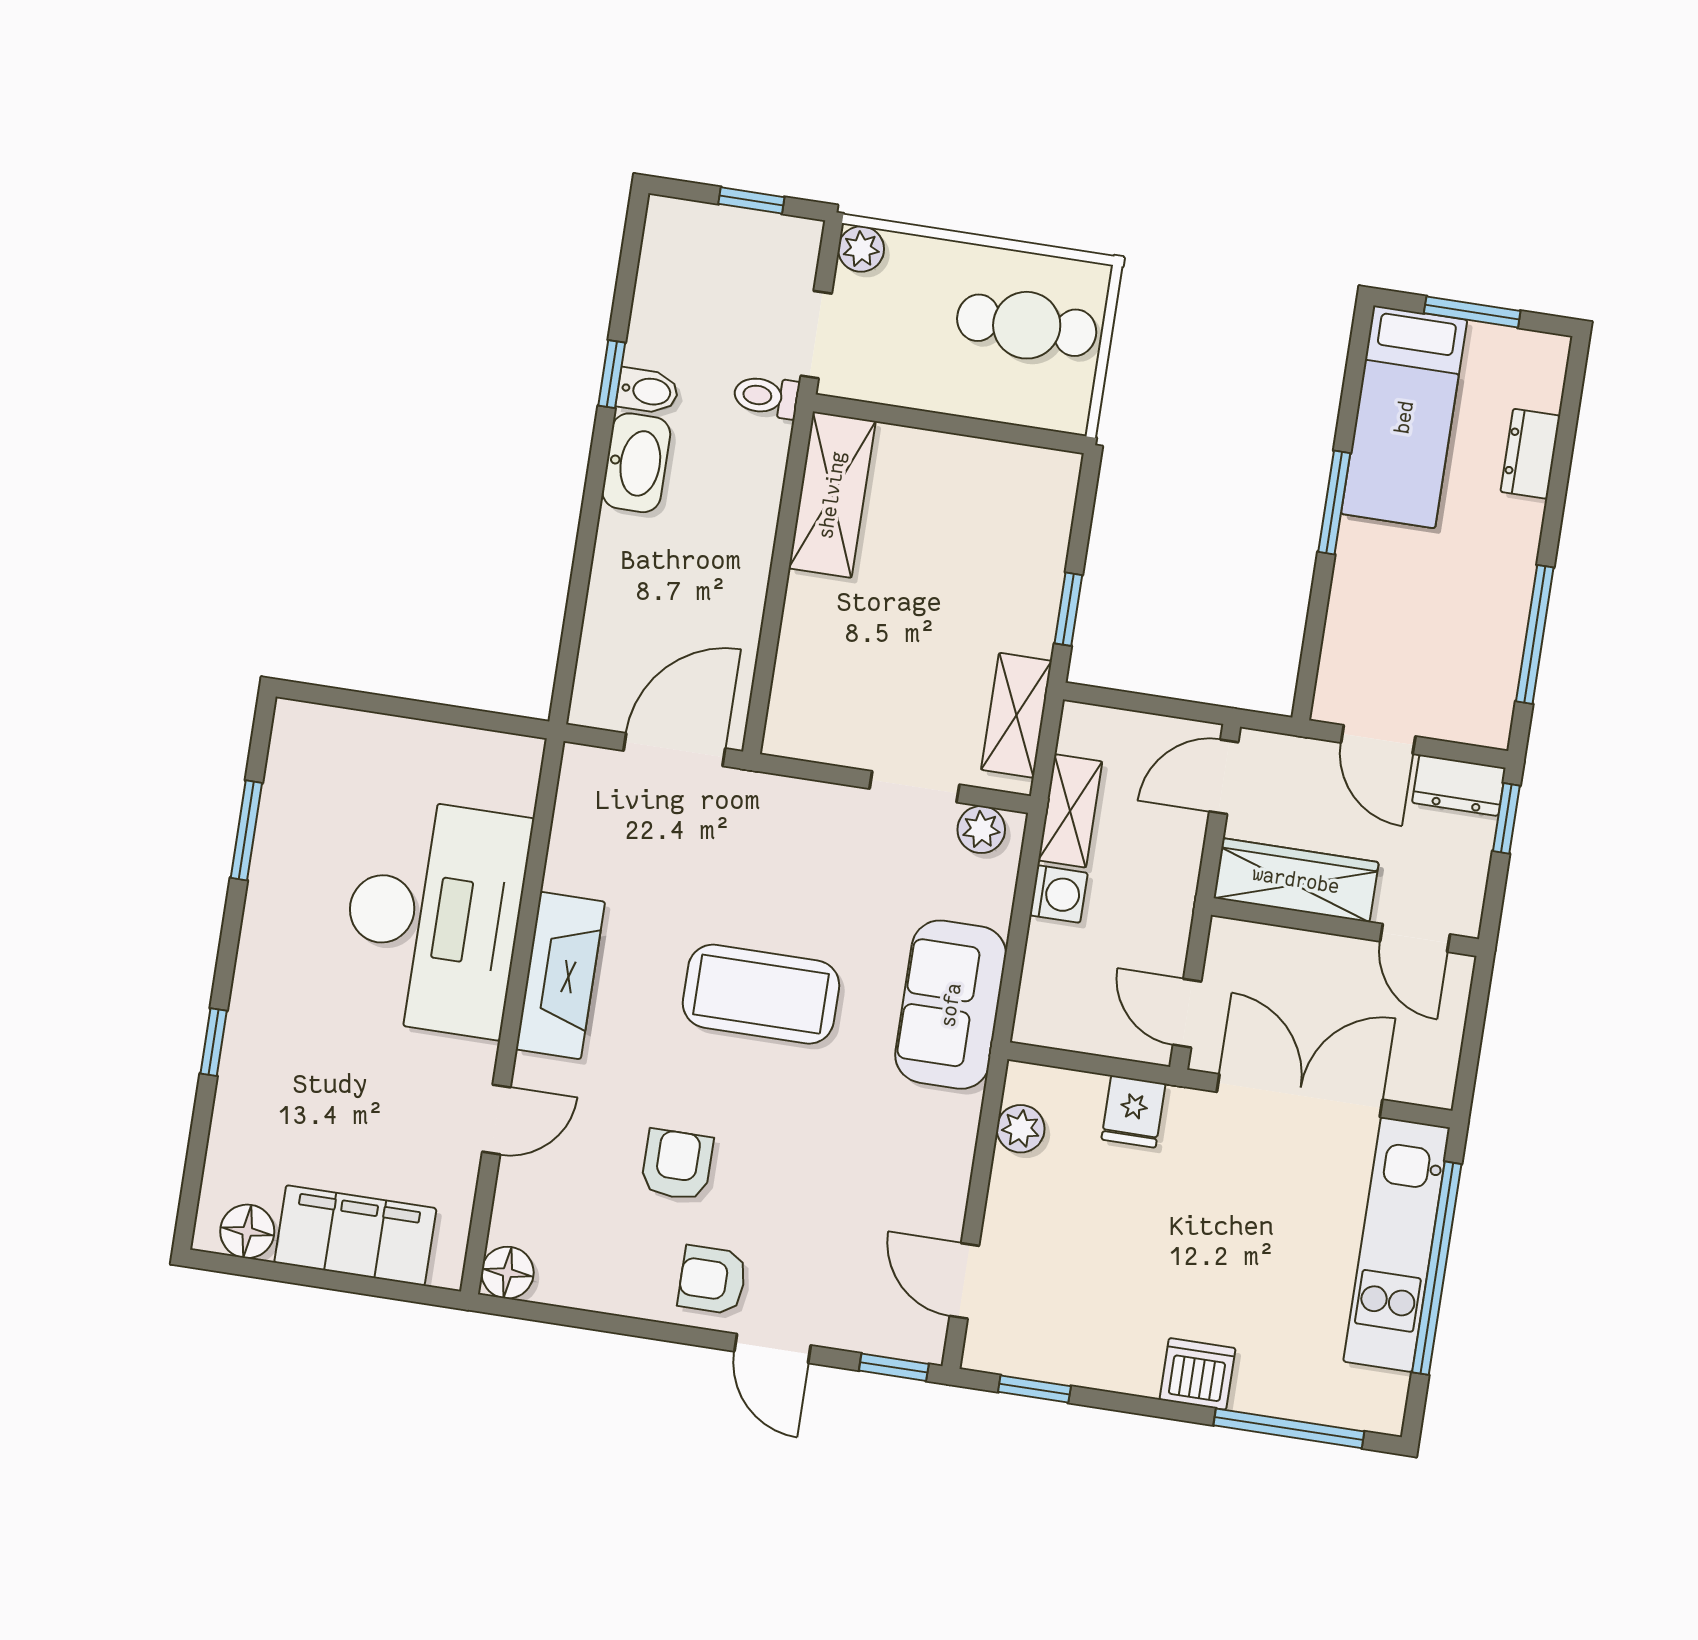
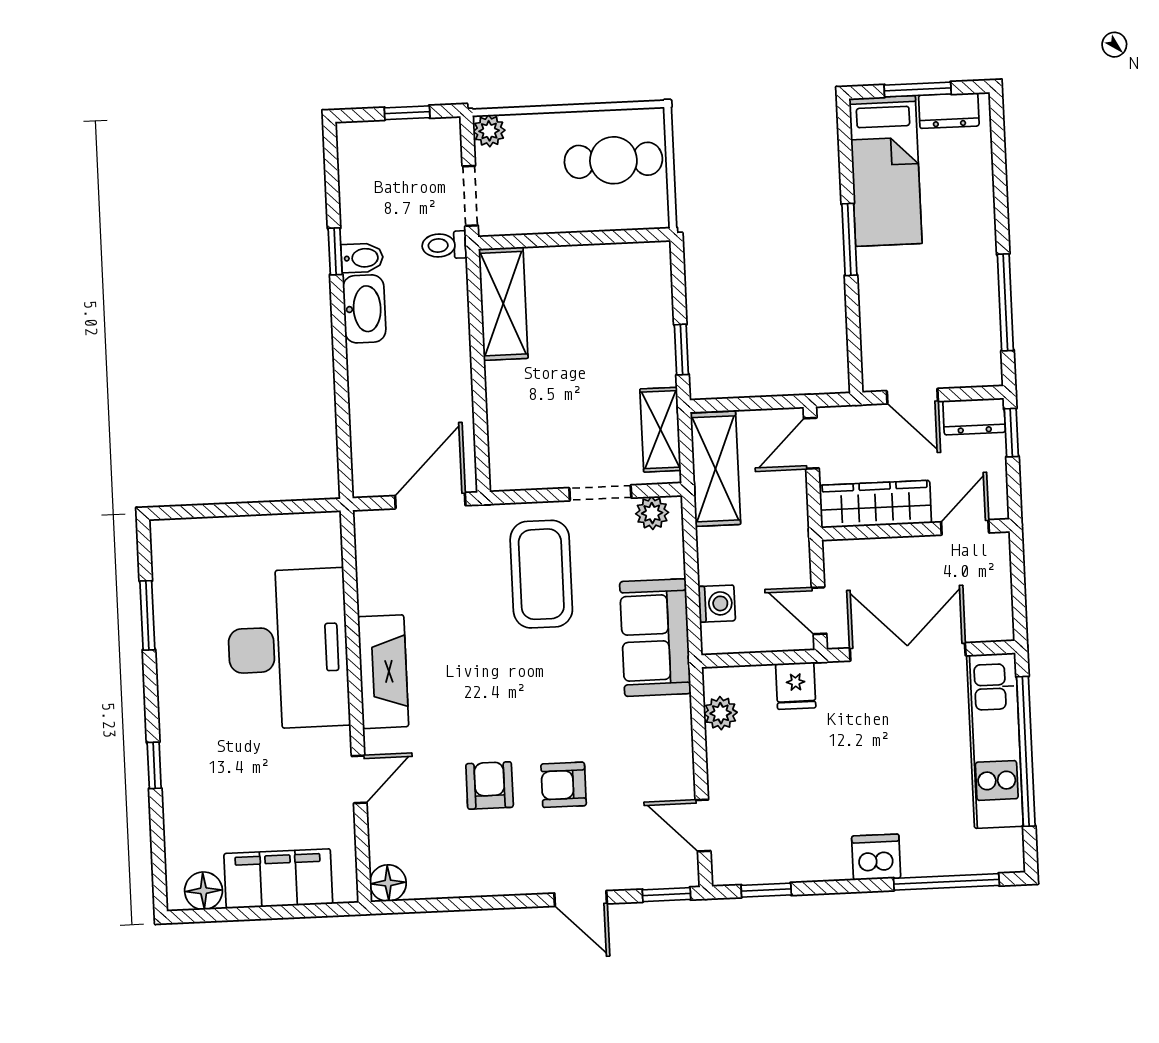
dresser: (1530, 454) -> (949, 111), moved, turned -90
shelving: (1070, 811) -> (715, 469), width x1.50, depth x1.33
washing machine: (1059, 894) -> (717, 604), moved
door: (1415, 938) -> (965, 527), swing flipped
coffee table: (761, 994) -> (541, 574), moved, turned 90
armchair: (712, 1280) -> (564, 785), moved

